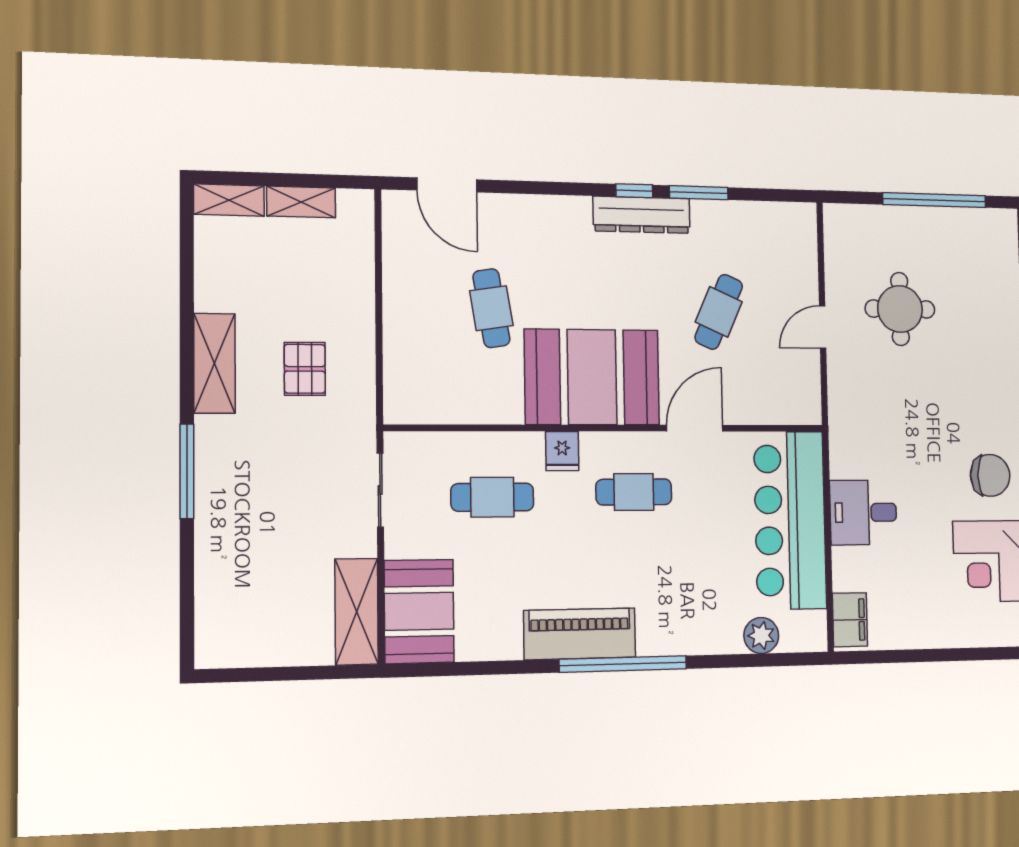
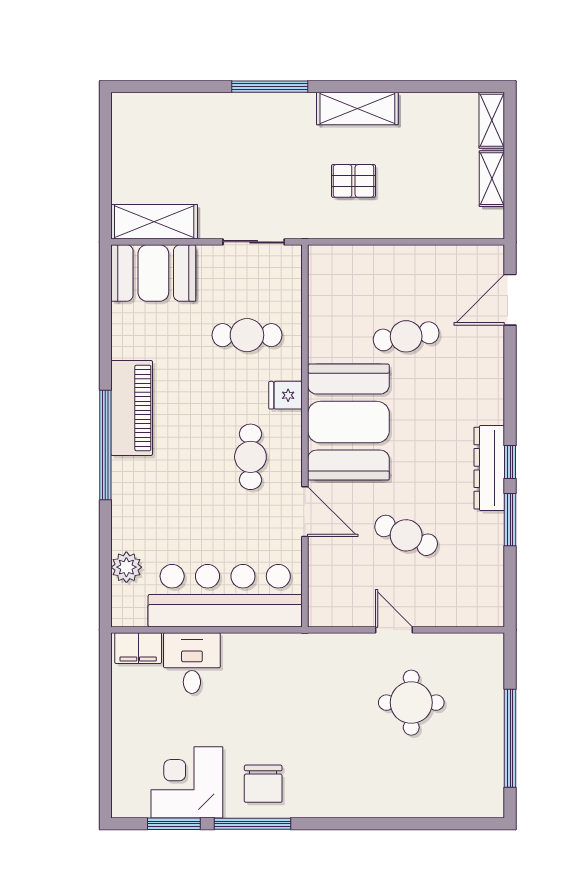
cafe table: (492, 497) -> (247, 335), turned 90
desk: (863, 512) -> (192, 663), moved

